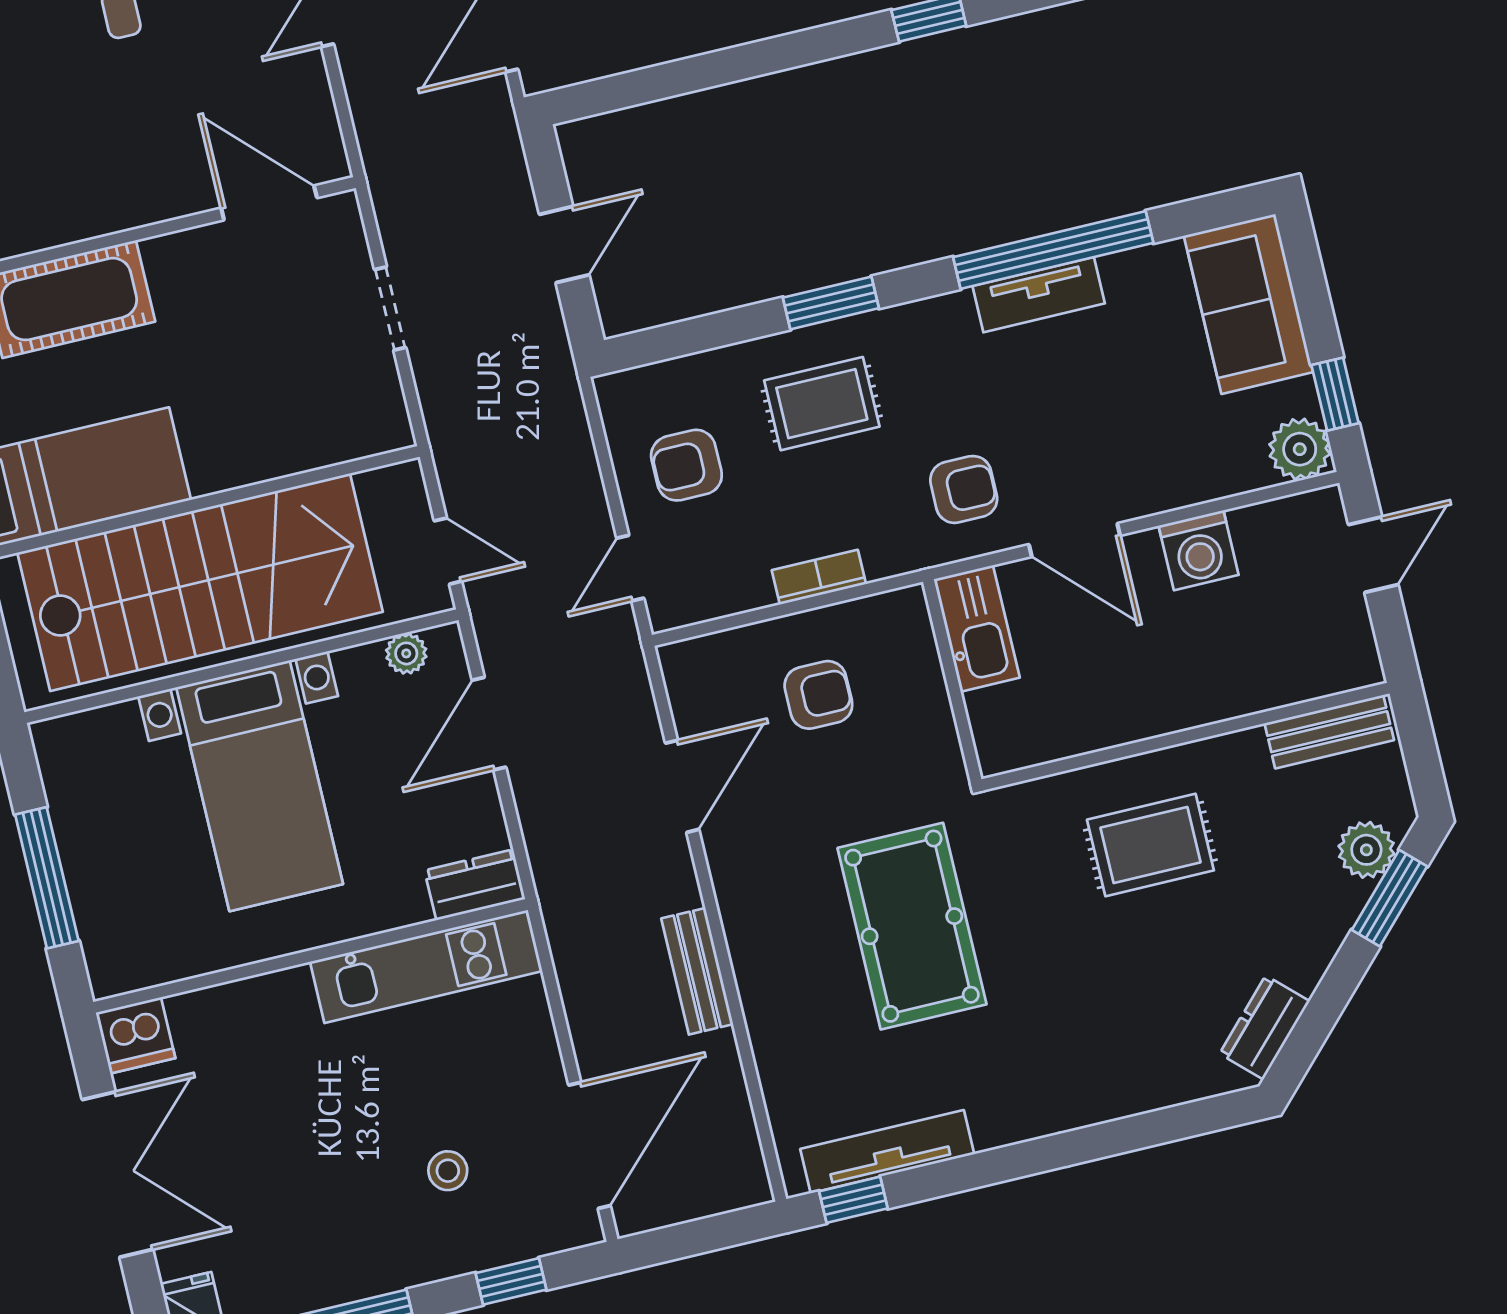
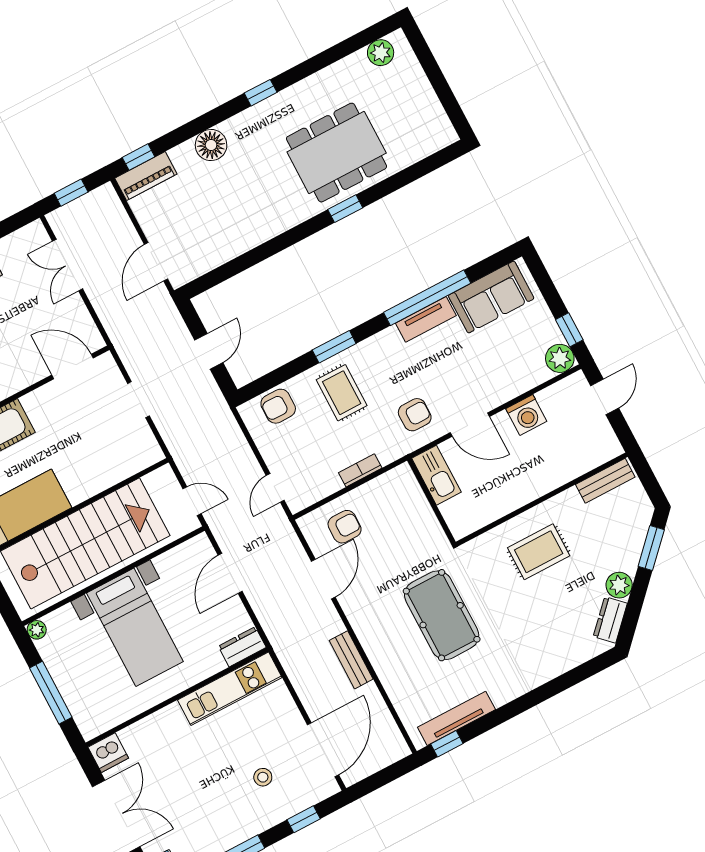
sofa: (1248, 304) -> (491, 297), moved, turned -90
rug: (822, 404) -> (342, 393), turned 90
armchair: (686, 465) -> (278, 406), moved
plant: (406, 653) -> (37, 630), moved
armchair: (818, 695) -> (345, 527), moved
plant: (1366, 850) -> (619, 585), moved

